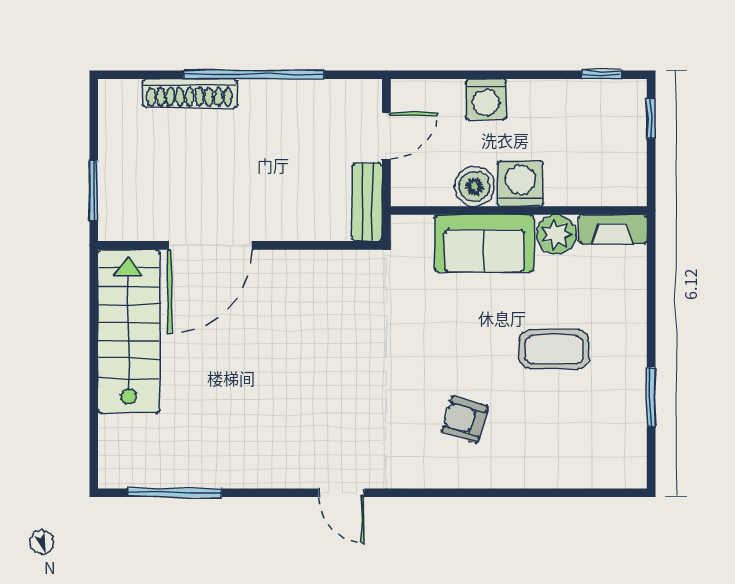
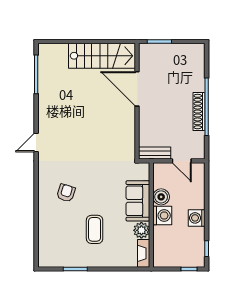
shoe rack: (190, 93) -> (199, 112), moved
washing machine: (486, 99) -> (197, 218), moved

